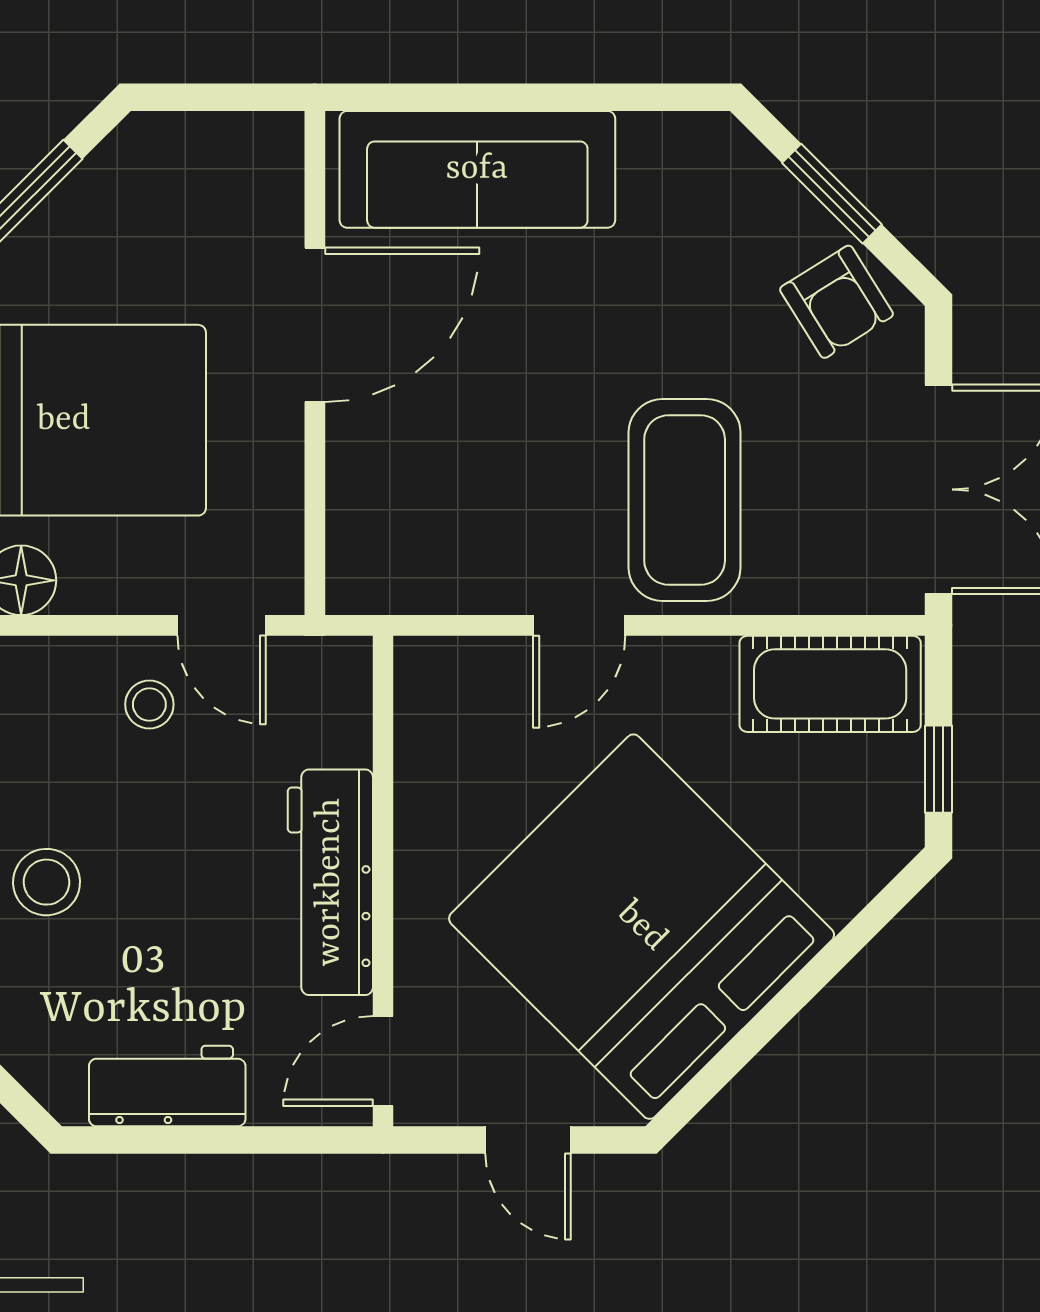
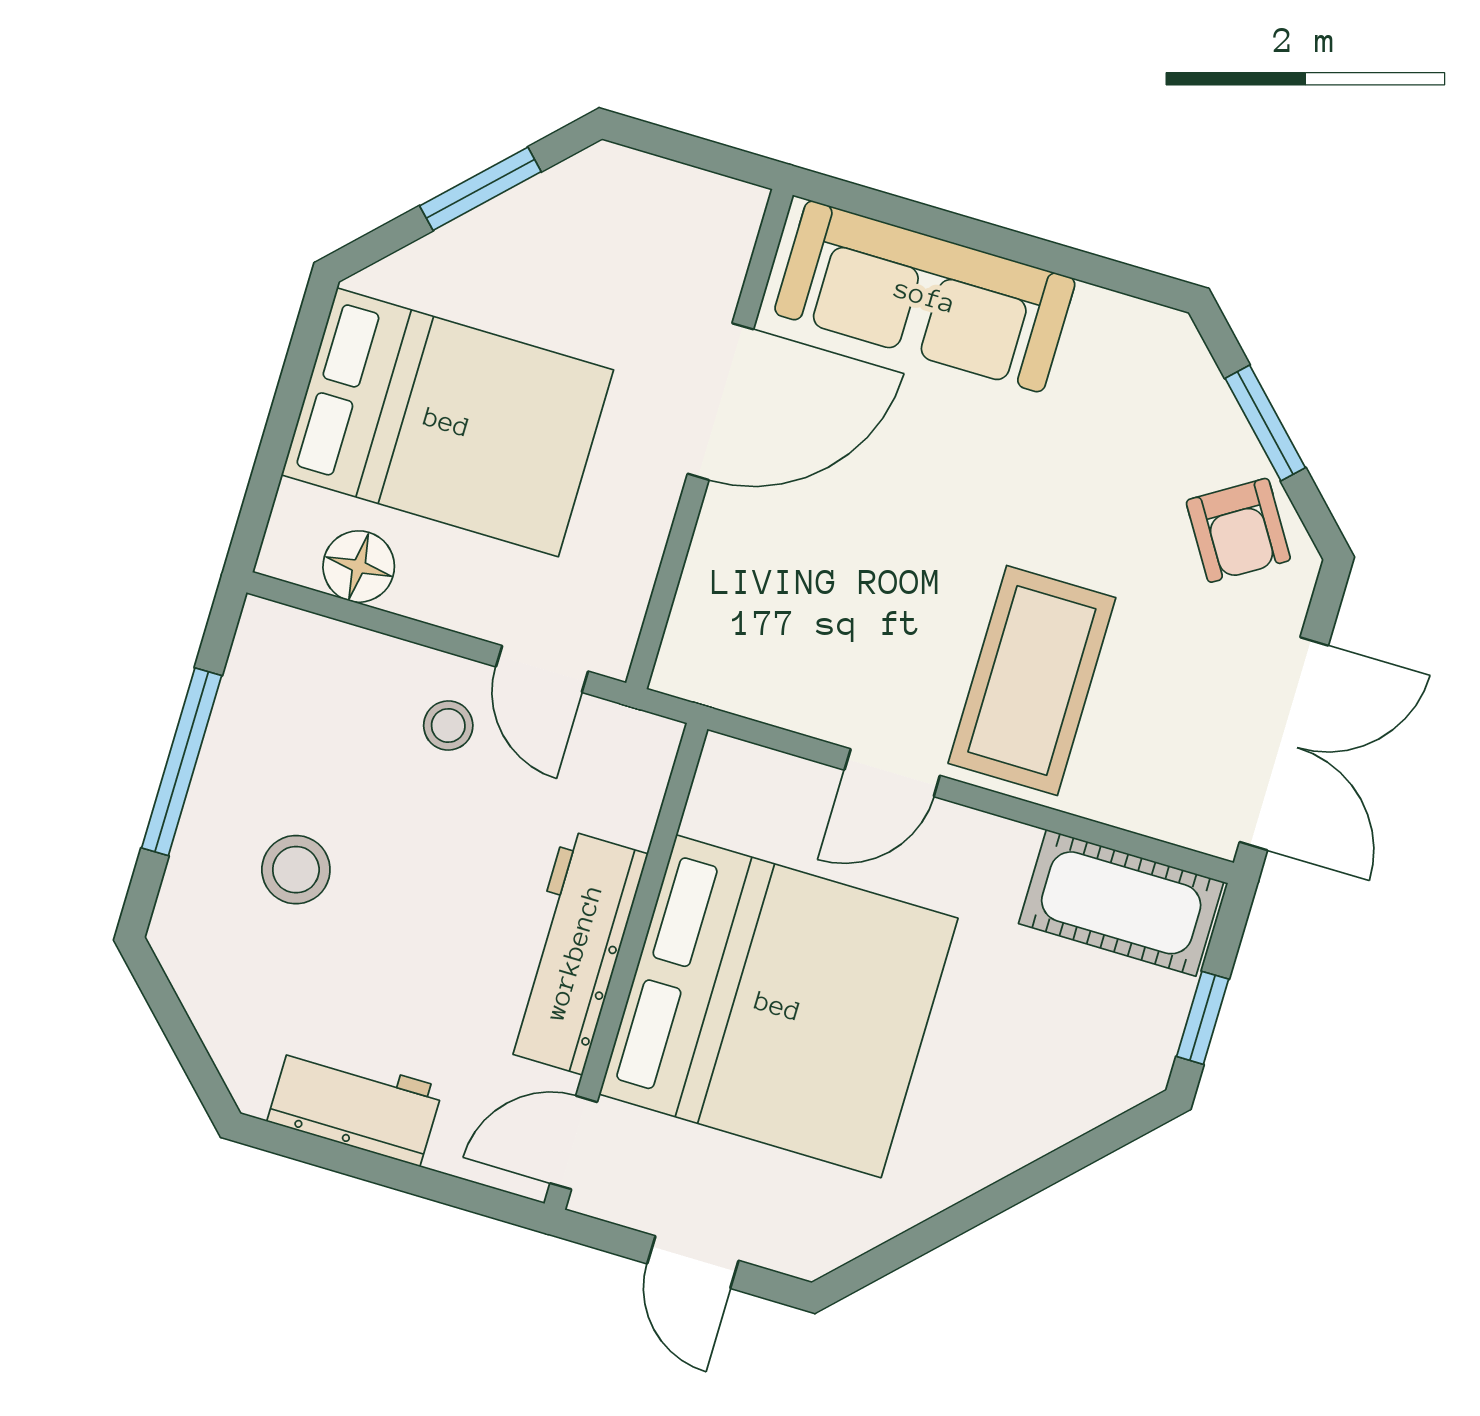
bed: (642, 927) -> (778, 1006), moved, turned 135

